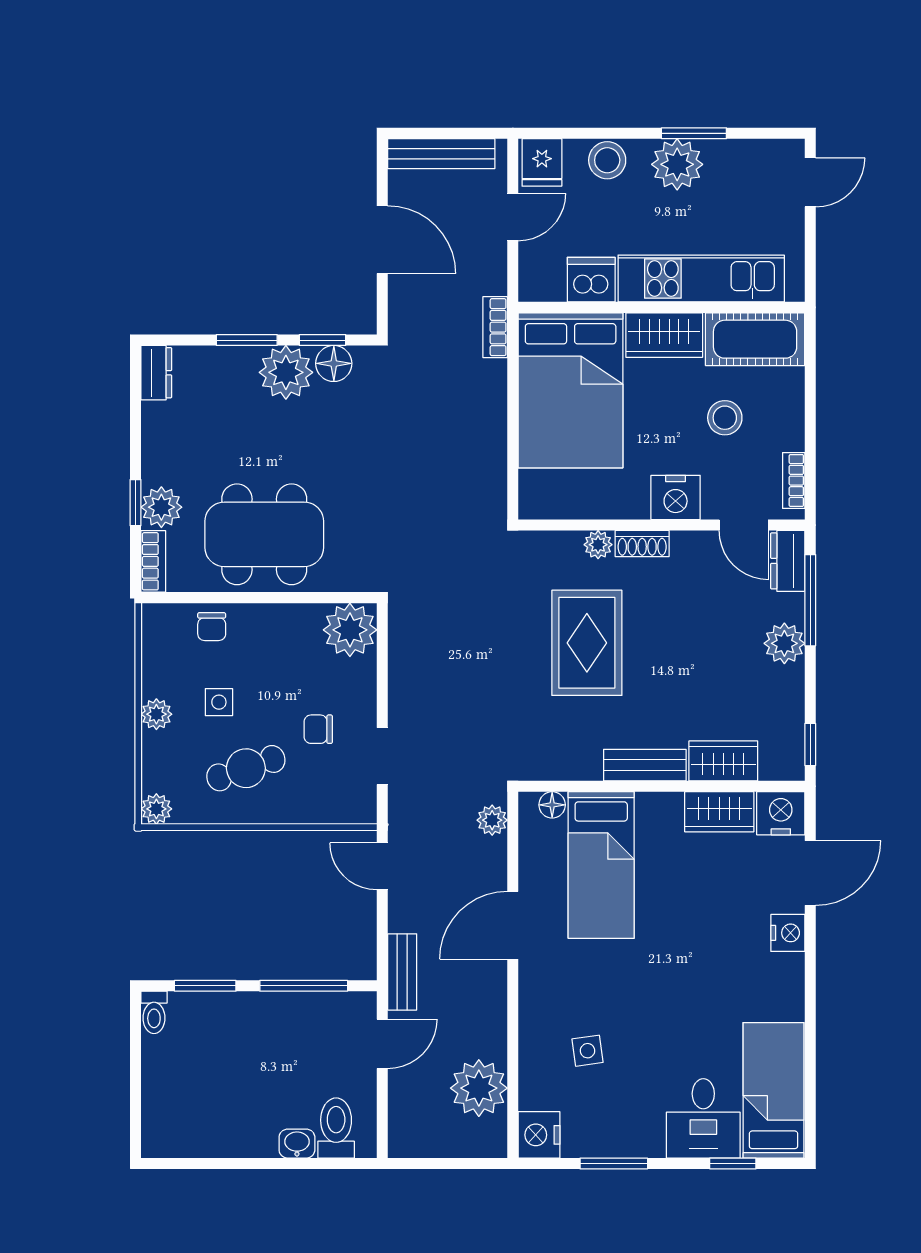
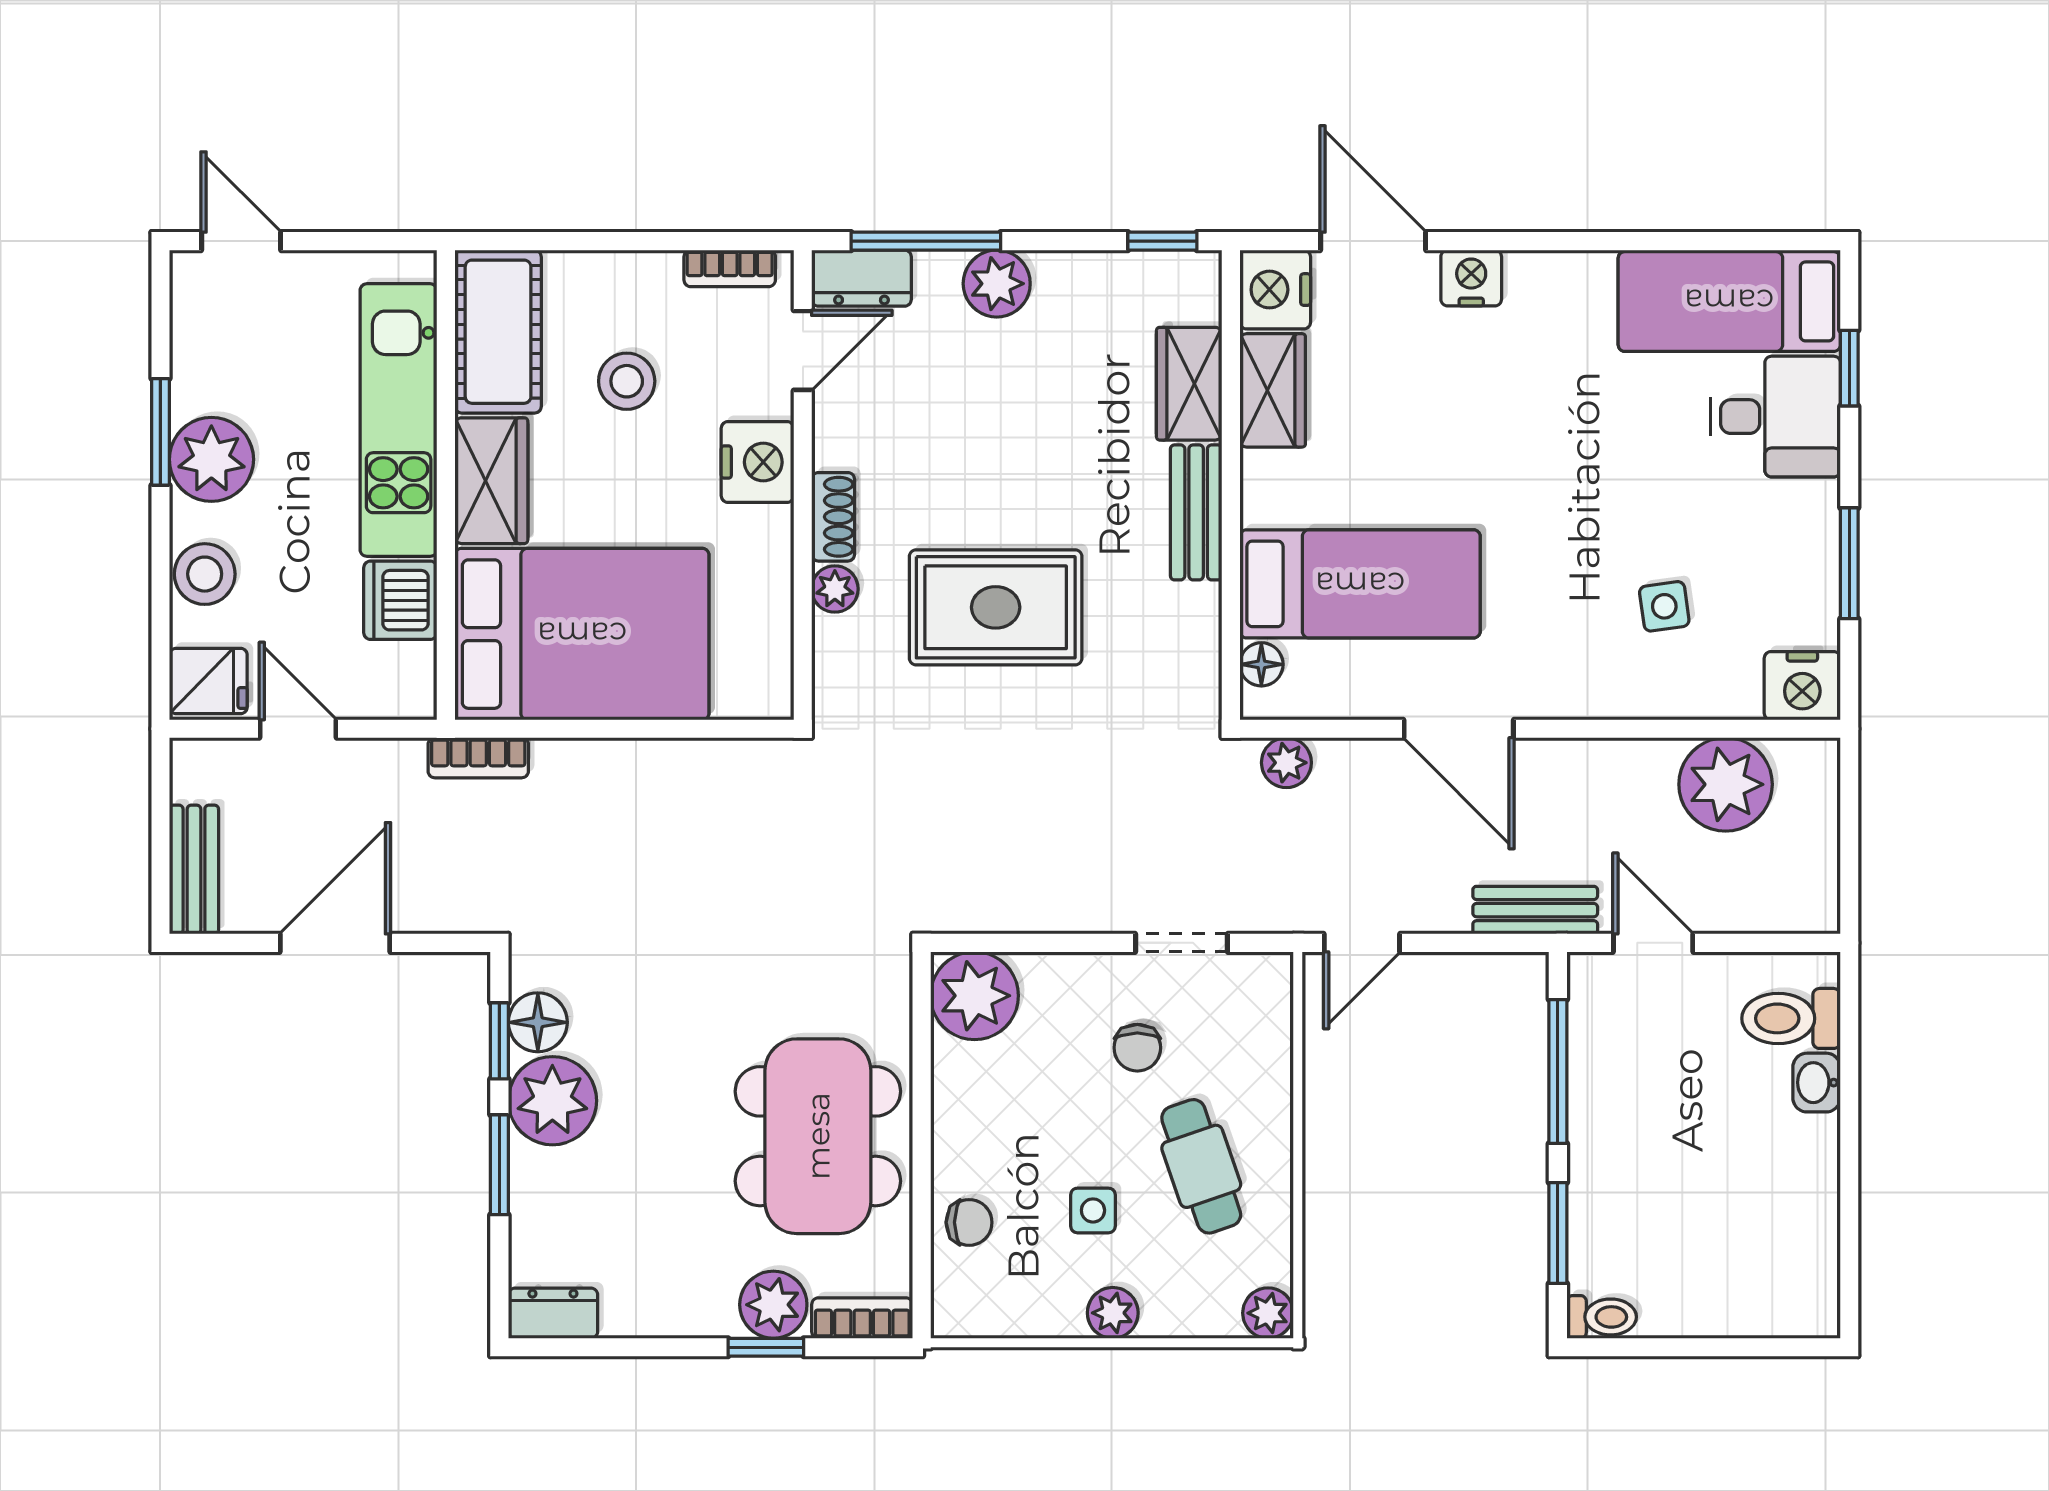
bench: (441, 154) -> (194, 870), width x0.73

